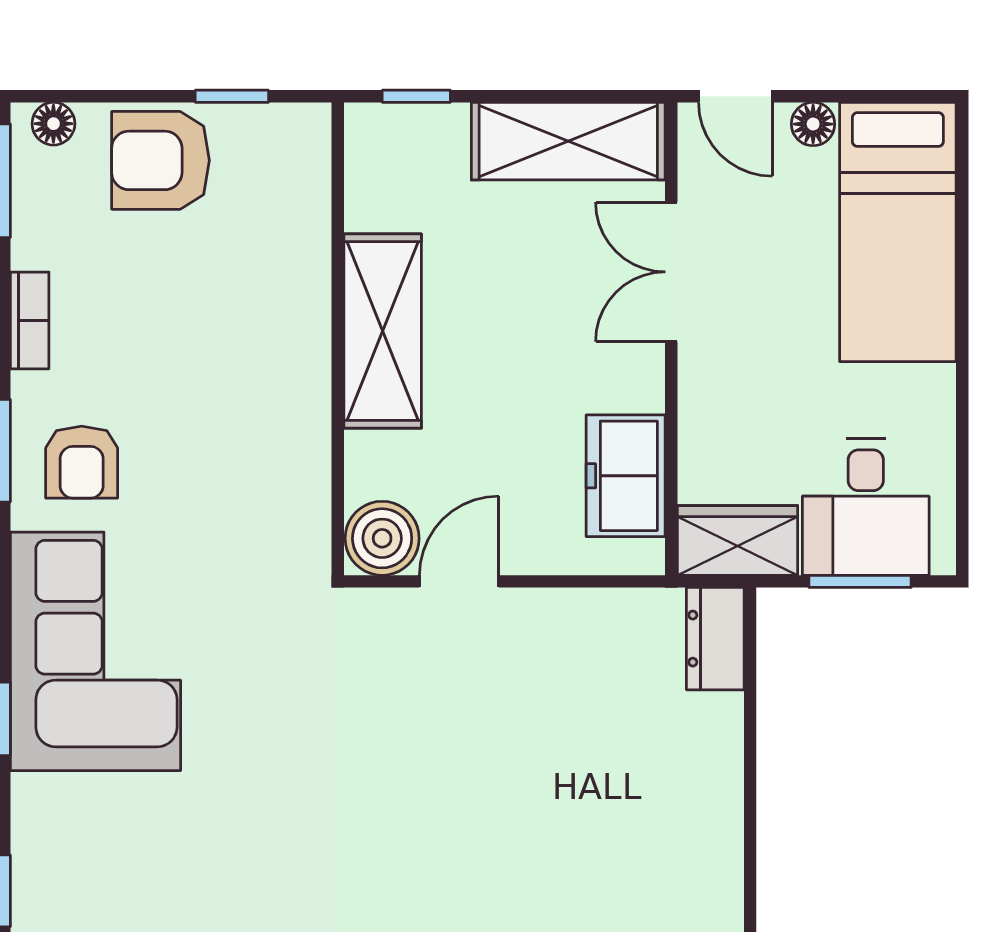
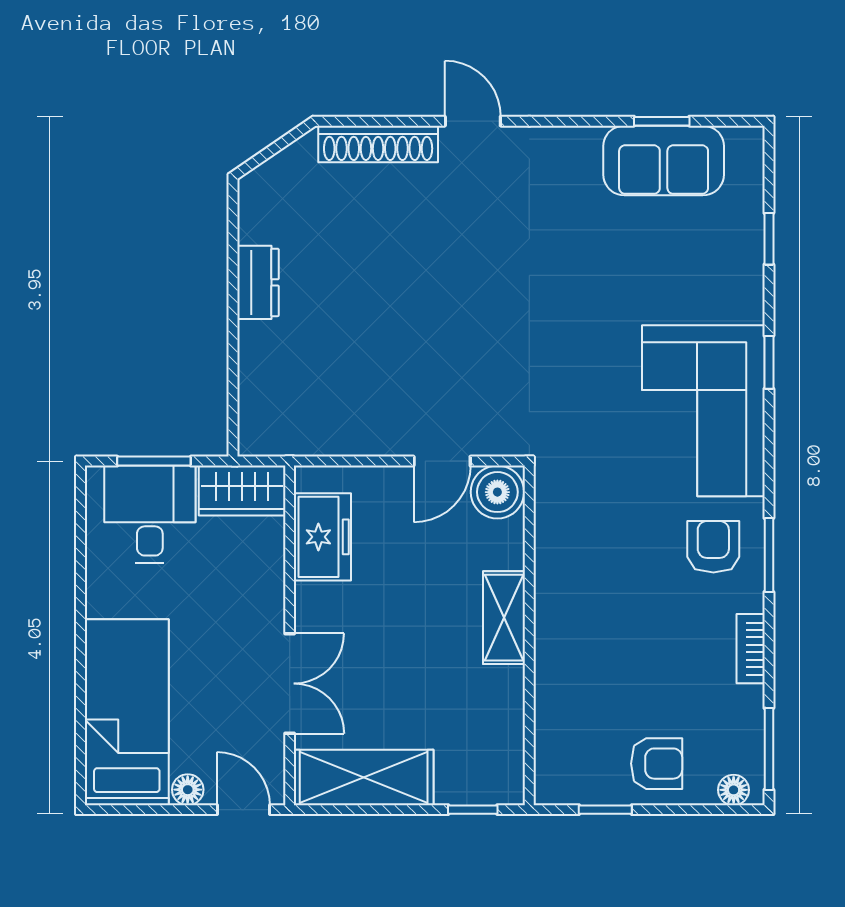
armchair: (161, 160) -> (657, 764), width x0.72, depth x0.72
shelving: (383, 331) -> (504, 618), width x0.67, depth x0.75
dresser: (715, 639) -> (258, 282), moved

